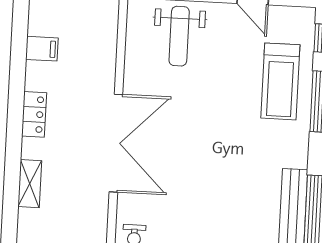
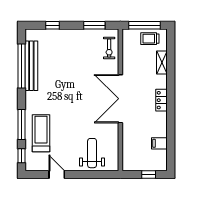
locker: (34, 114) -> (162, 100), moved
shelving: (30, 184) -> (162, 63), moved

